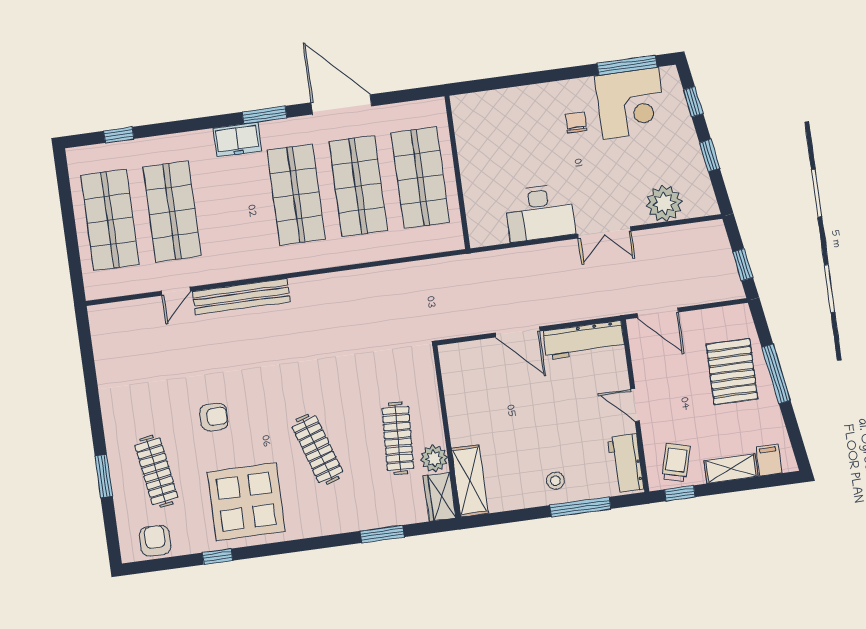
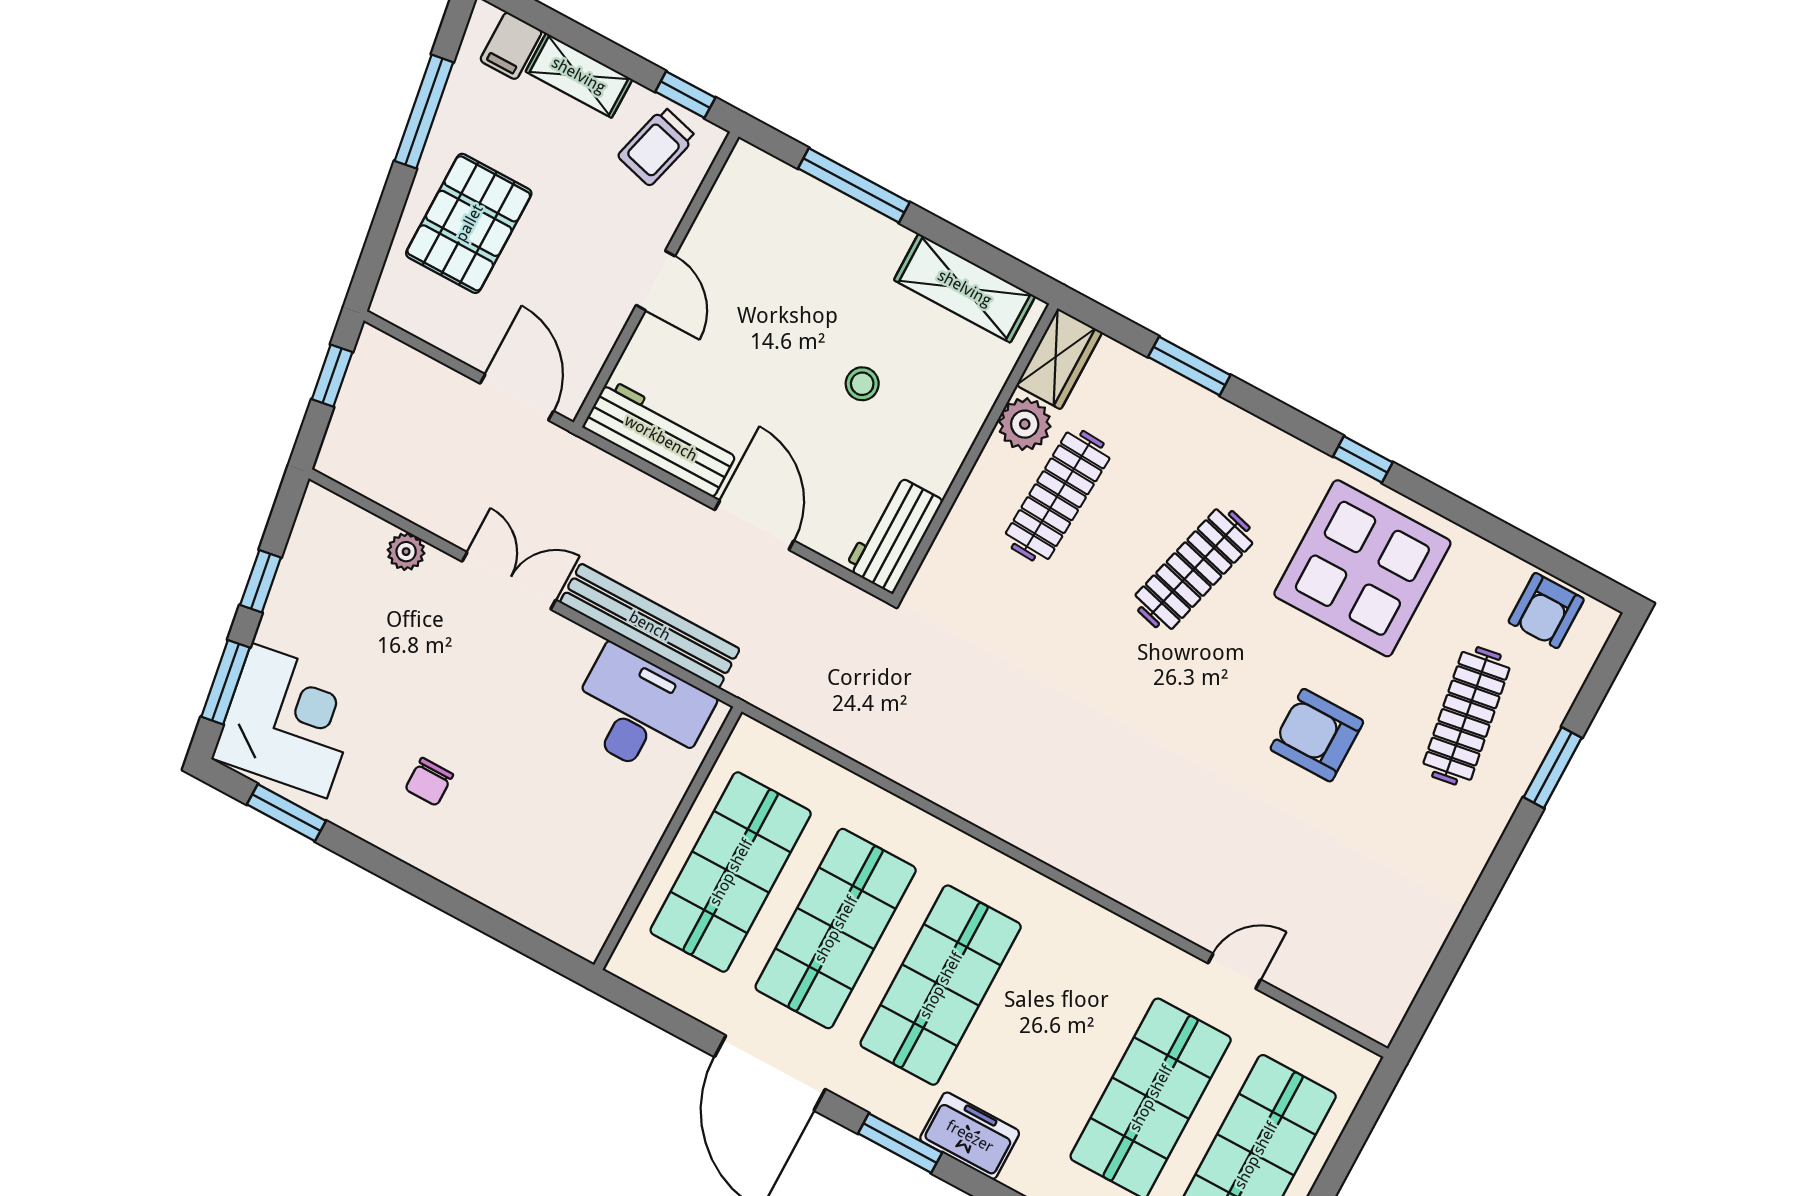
window: (627, 65) -> (286, 813), width x0.69
window: (693, 102) -> (225, 682), width x1.50
corner desk: (631, 103) -> (289, 721), moved, turned 81
plant: (664, 203) -> (406, 552), width x0.53, depth x0.53
desk: (540, 213) -> (640, 713), moved
bench: (241, 297) -> (650, 626), moved
window: (776, 374) -> (424, 112), moved
armchair: (214, 417) -> (1317, 735), width x1.38, depth x1.38
clothes rail: (317, 449) -> (1194, 569), turned 33
workbench: (626, 463) -> (894, 534), moved, turned 180
shelving: (470, 481) -> (965, 288), moved, turned 90
stool: (556, 481) -> (862, 384), moved
window: (218, 557) -> (1363, 459), moved

